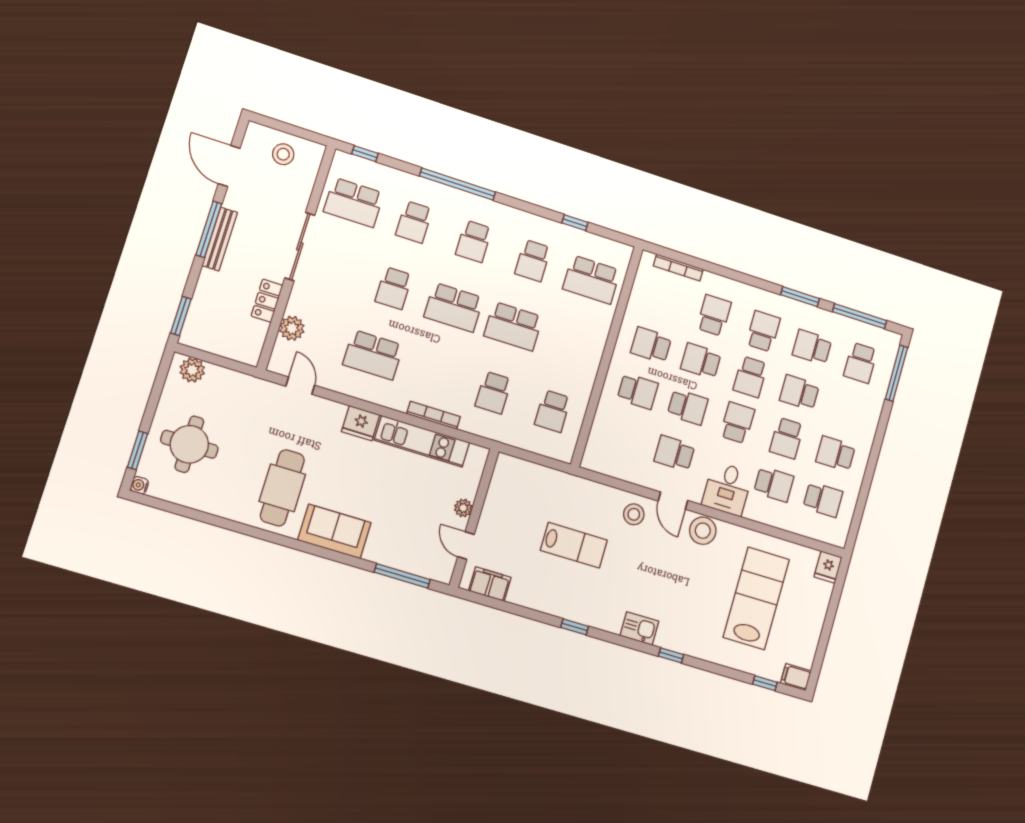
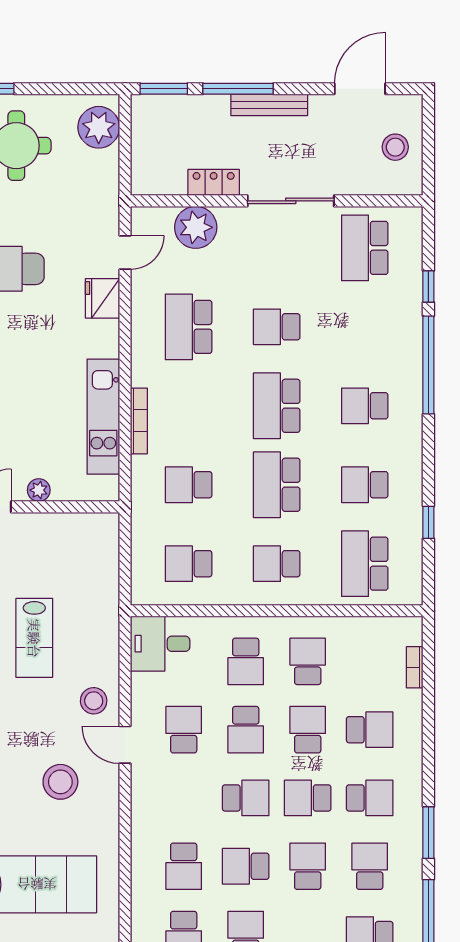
window: (365, 154) -> (428, 286), moved
school desk: (414, 222) -> (277, 564), moved
window: (209, 229) -> (238, 89), moved
bookcase: (678, 268) -> (415, 667), width x0.64
plant: (292, 328) -> (196, 227), width x1.36, depth x1.36
plant: (192, 370) -> (99, 127), width x1.36, depth x1.36
fridge: (361, 423) -> (102, 298), moved
desk: (727, 489) -> (160, 644), moved
door: (673, 501) -> (125, 745), hinge flipped
stool: (703, 531) -> (60, 782), moved

